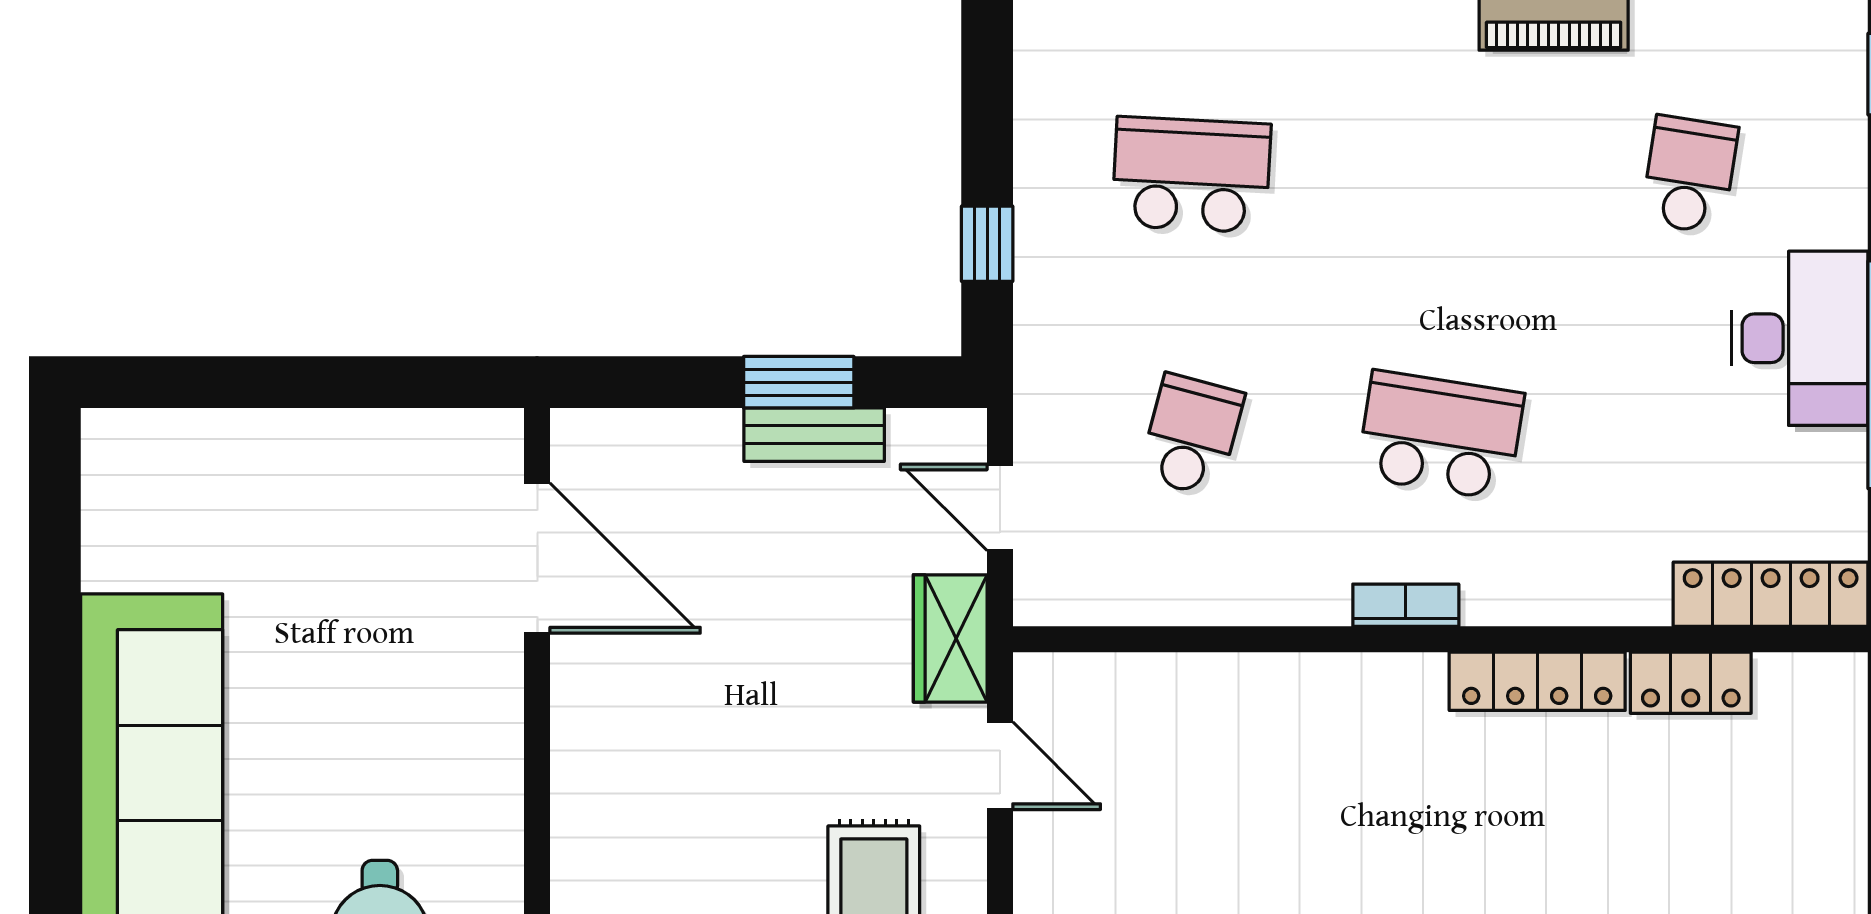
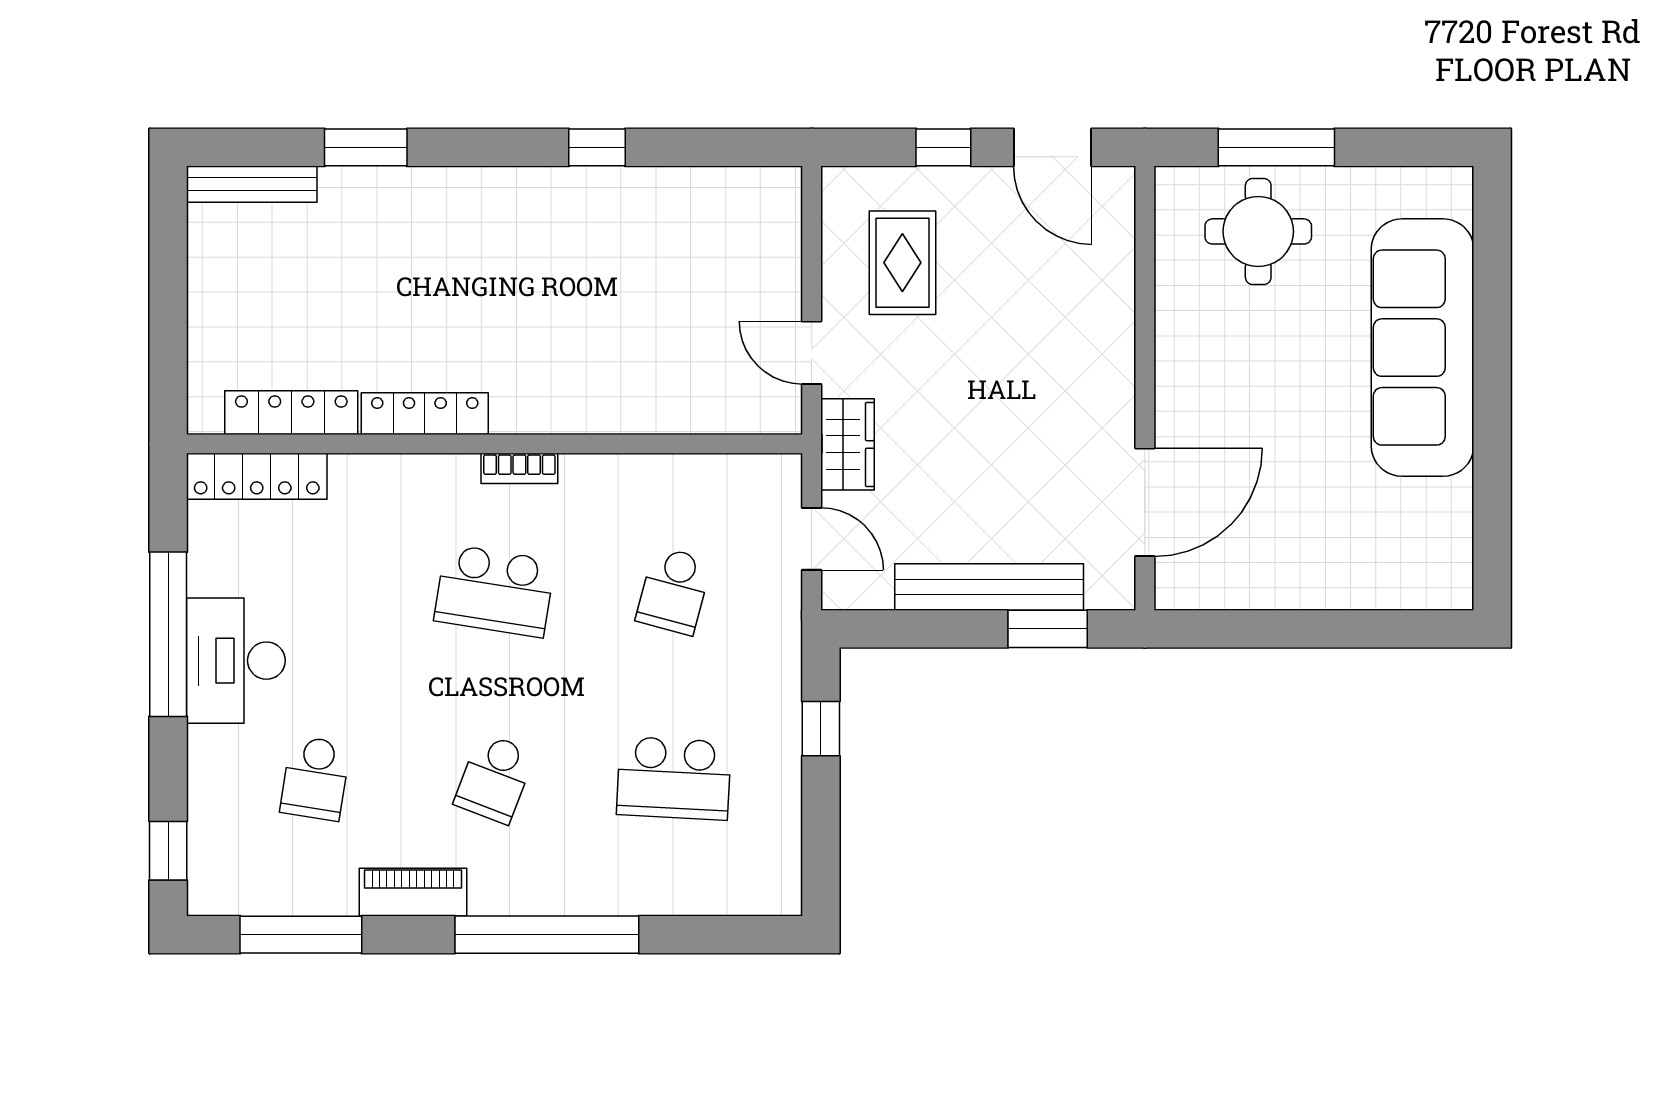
school desk: (1440, 175) -> (494, 778), added
window: (799, 382) -> (1048, 629), moved
bench: (814, 435) -> (989, 587), width x1.86, depth x1.21
door: (537, 558) -> (1145, 502), swing flipped
locker: (1691, 683) -> (291, 413), width x1.53

